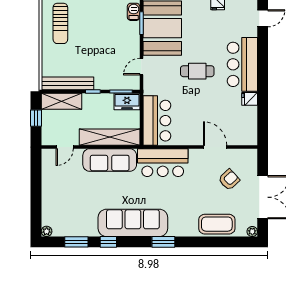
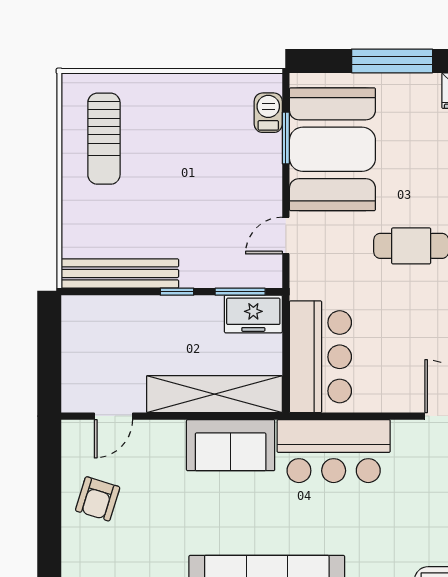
shelving: (61, 101) -> (106, 313), removed
window: (36, 118) -> (49, 351), removed
sofa: (110, 160) -> (231, 445), width x0.73
armchair: (58, 184) -> (98, 499), added

